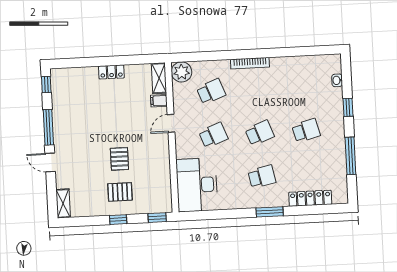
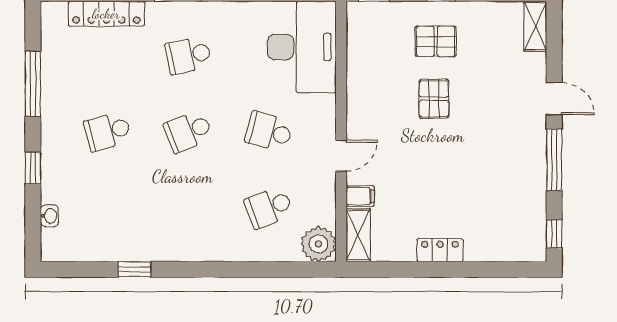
window: (287, 52) -> (134, 269), added
bookcase: (250, 63) -> (199, 253), removed
school desk: (213, 135) -> (269, 131), turned 36

